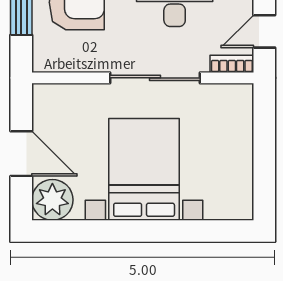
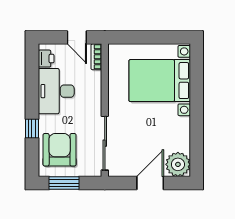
sliding door: (155, 78) -> (105, 143), moved
bed with nightstands: (144, 169) -> (160, 81), moved

